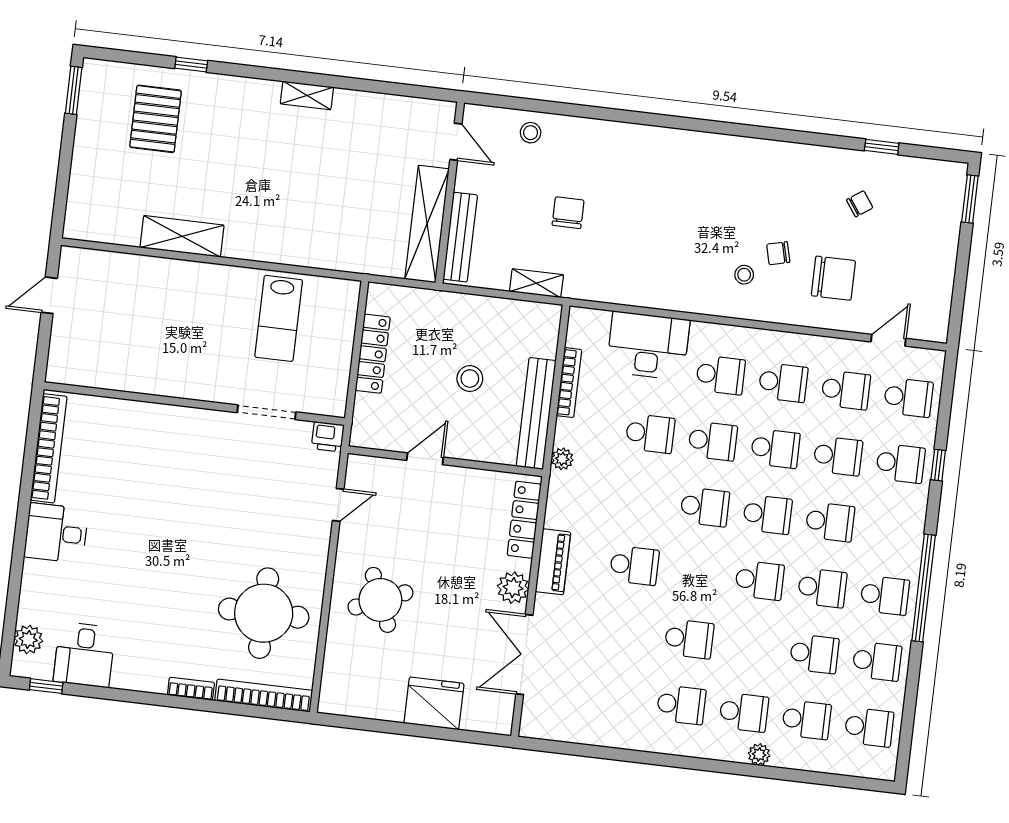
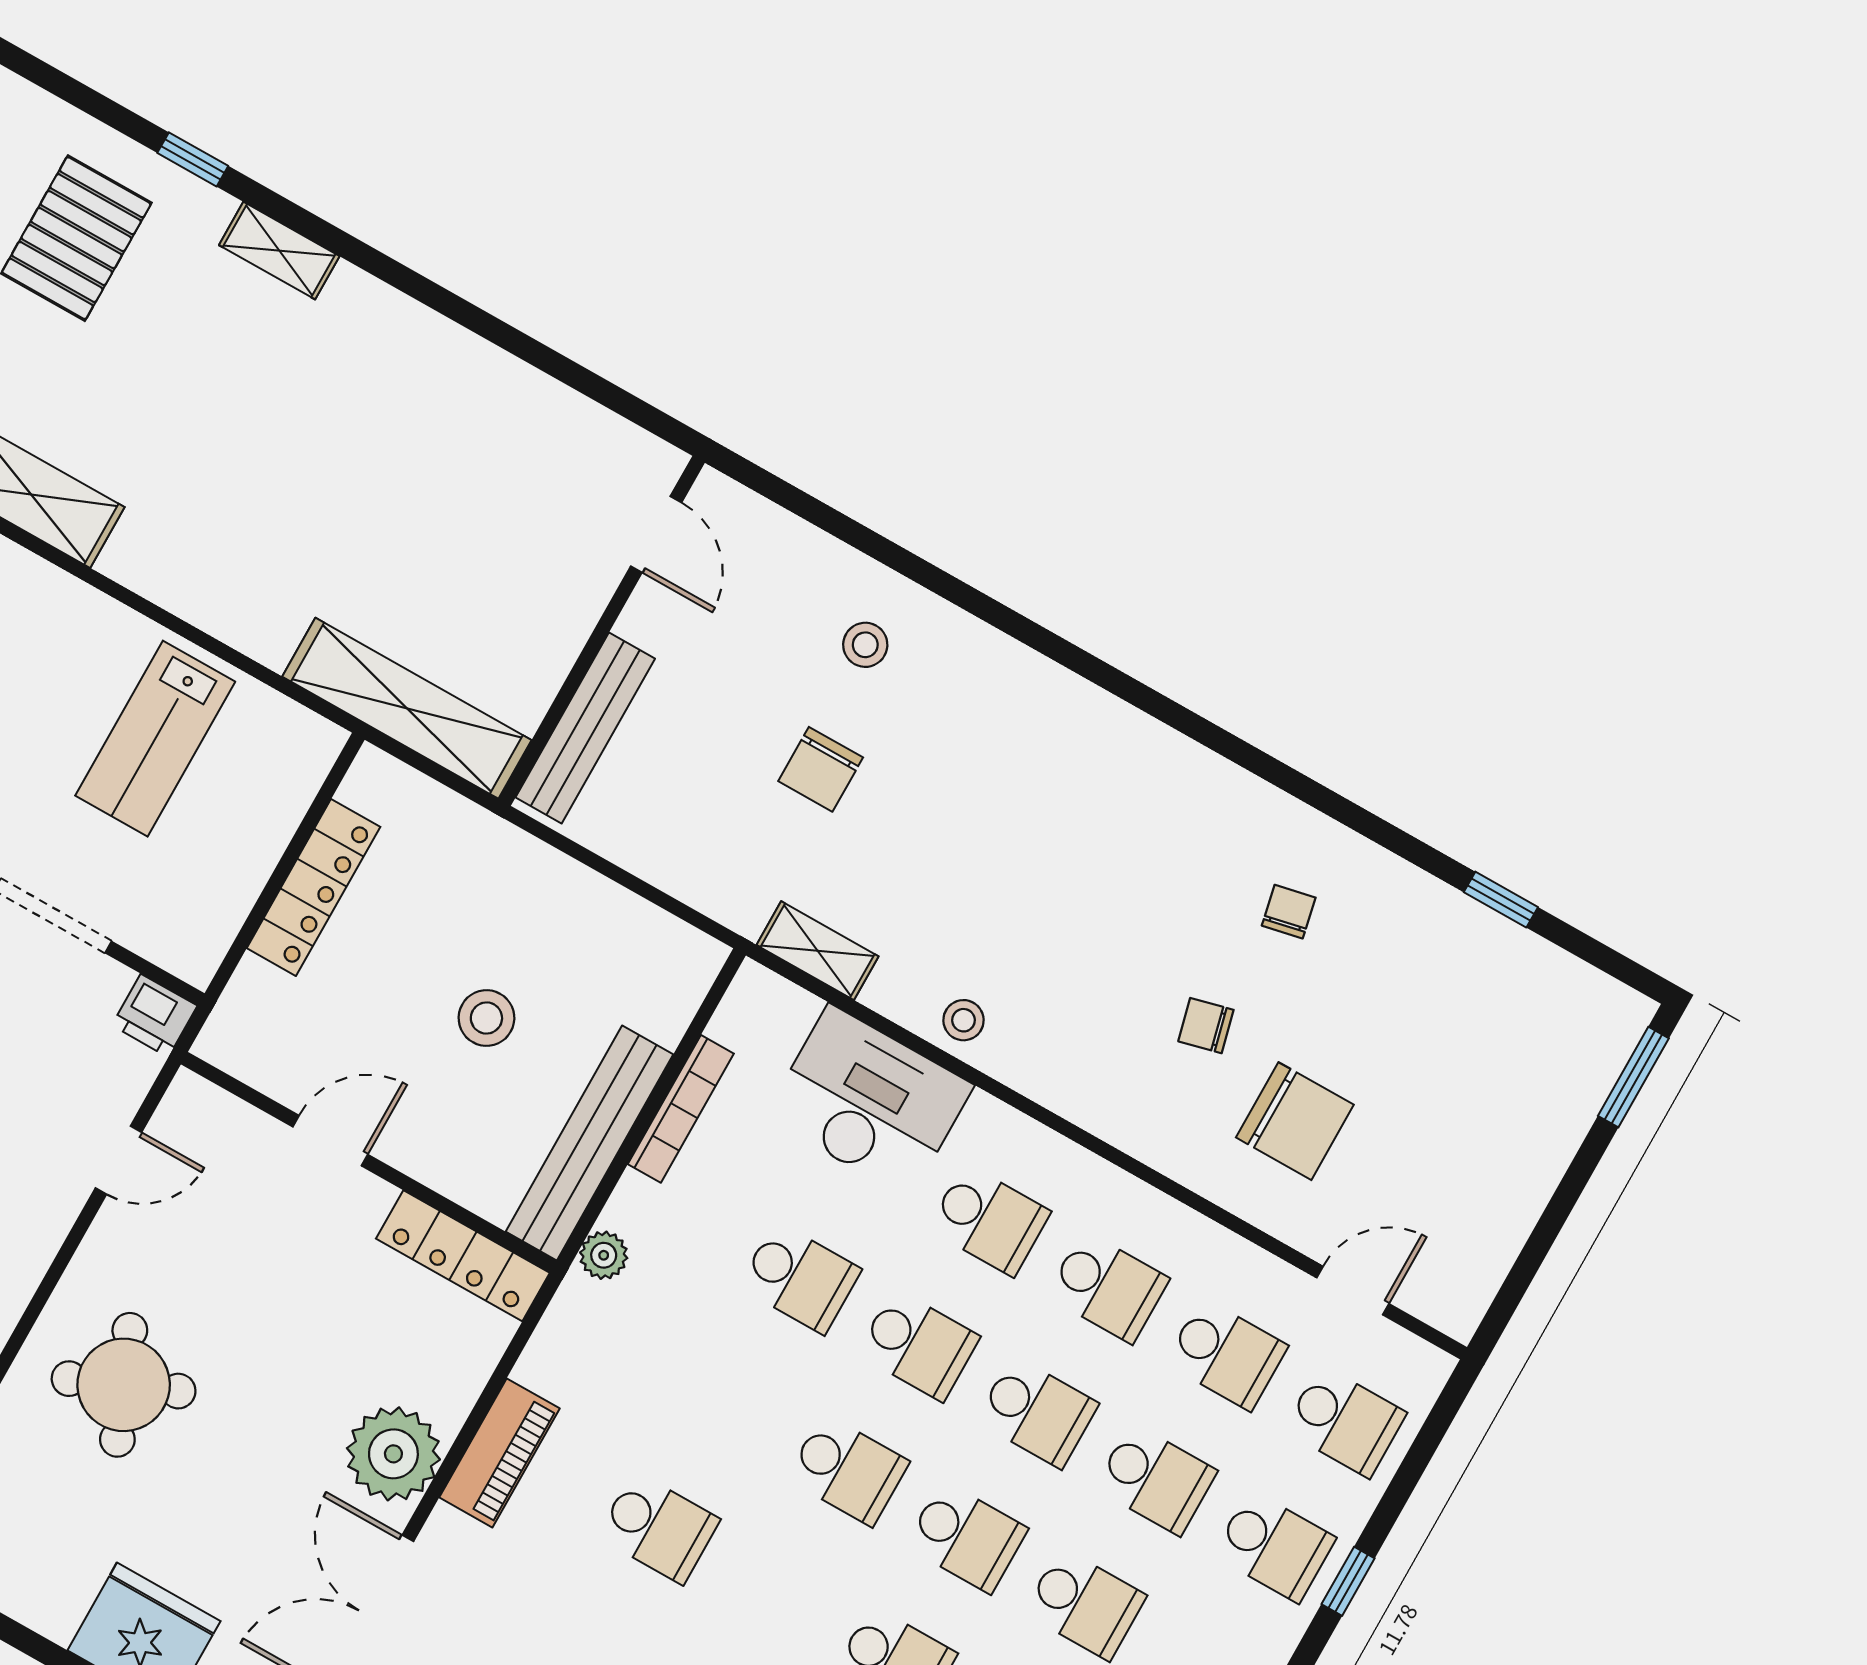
shelving: (307, 95) -> (279, 251), moved
stool: (531, 133) -> (865, 645), moved
chair: (860, 204) -> (1289, 912), moved, turned -67
chair: (568, 213) -> (821, 769), turned 180
shelving: (427, 224) -> (407, 708), moved, turned 90
stool: (744, 275) -> (964, 1020), moved
shelving: (536, 283) -> (818, 951), moved
locker: (524, 520) -> (463, 1256), moved, turned -90
plant: (513, 588) -> (393, 1454), width x1.36, depth x1.36

